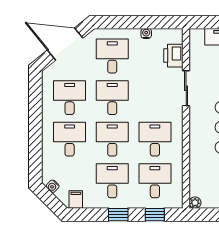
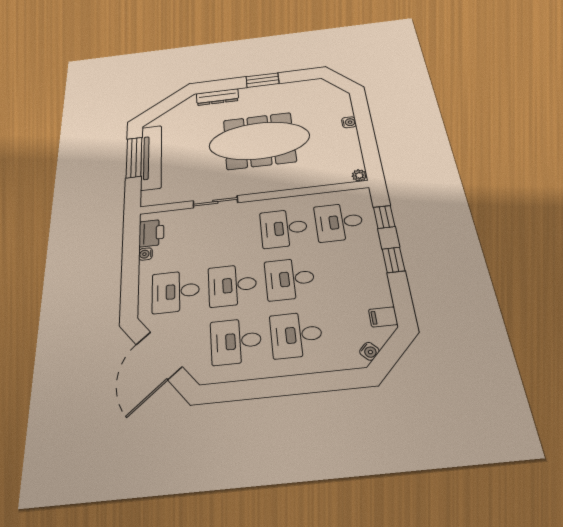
printer: (173, 56) -> (151, 233), moved, turned -90
desk: (112, 181) -> (347, 273), removed

